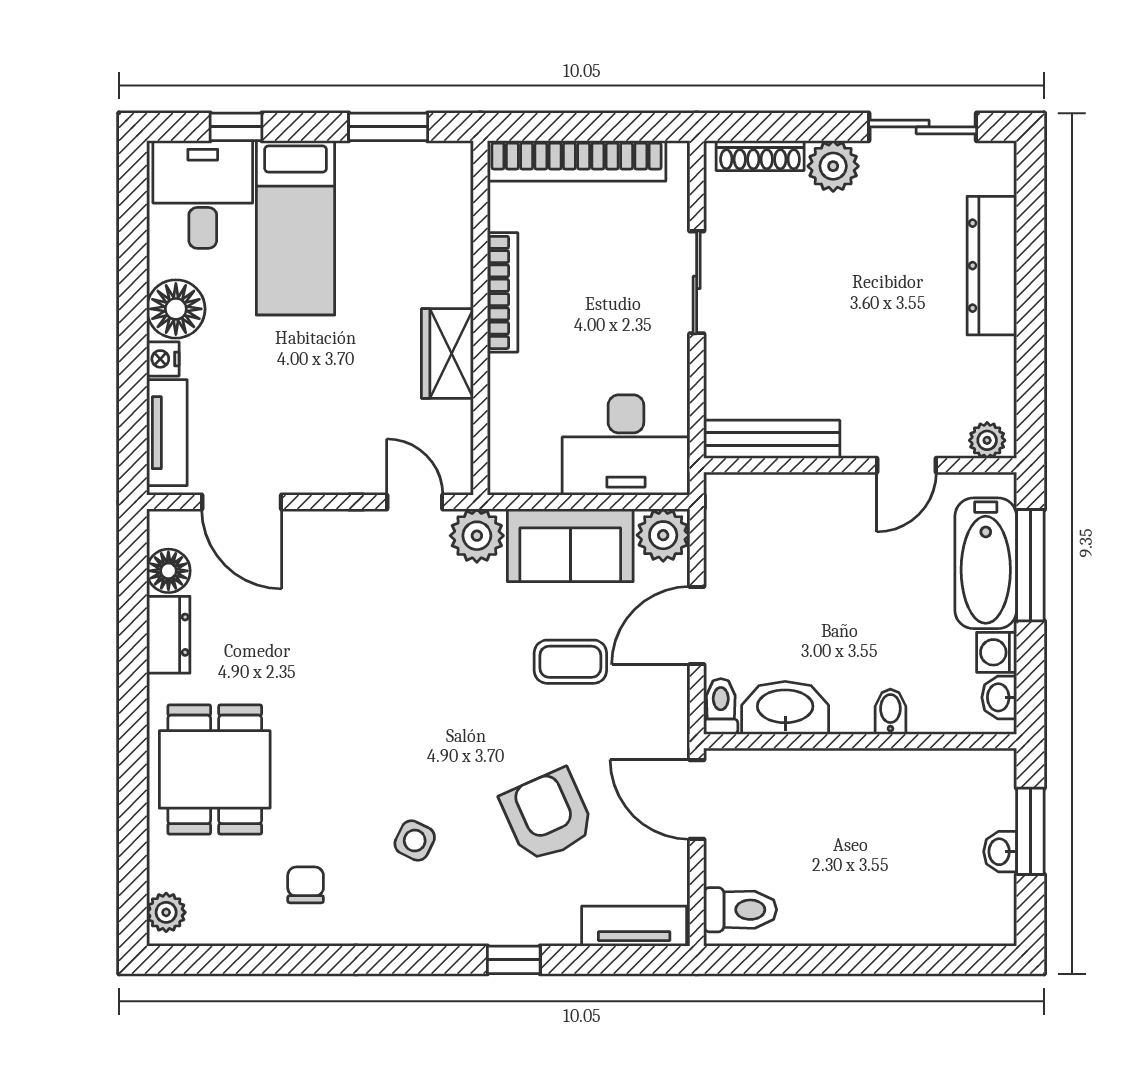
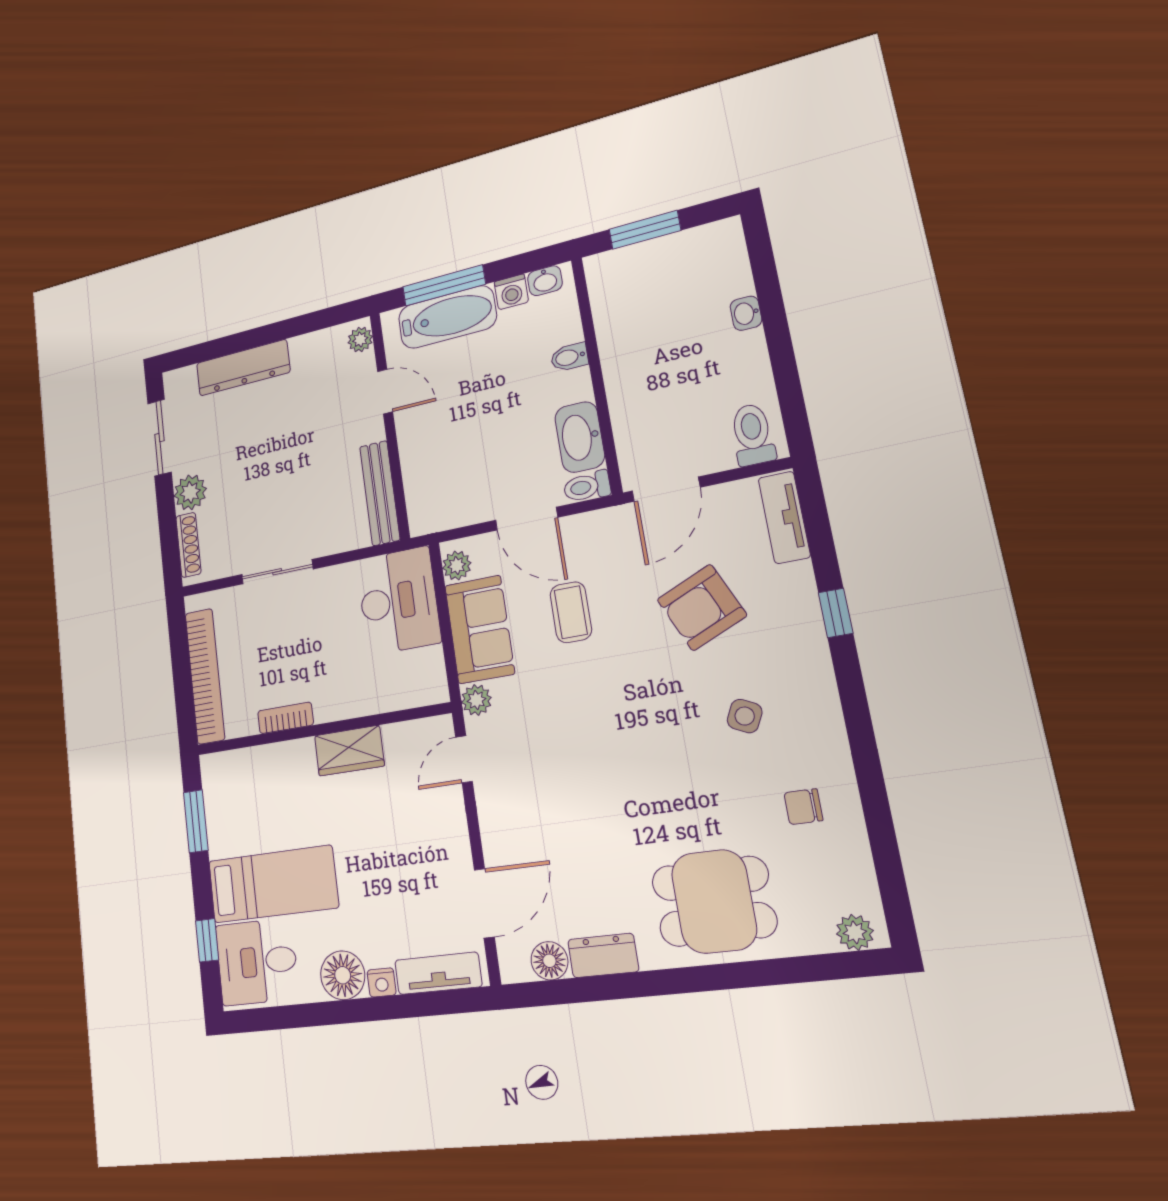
bookcase: (503, 292) -> (285, 718), width x0.64
plant: (663, 535) -> (457, 566), width x0.73, depth x0.73
plant: (477, 536) -> (476, 700), width x0.73, depth x0.73
washbasin: (1000, 852) -> (746, 313), moved, turned 90

